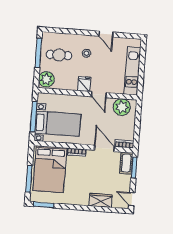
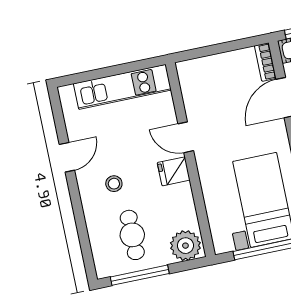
door: (99, 95) -> (186, 137), swing flipped
plant: (122, 107) -> (197, 87), removed

